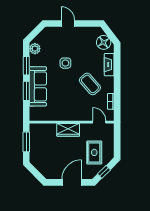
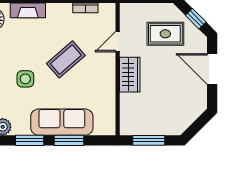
coffee table: (90, 84) -> (66, 59), moved
door: (99, 122) -> (118, 42), moved

